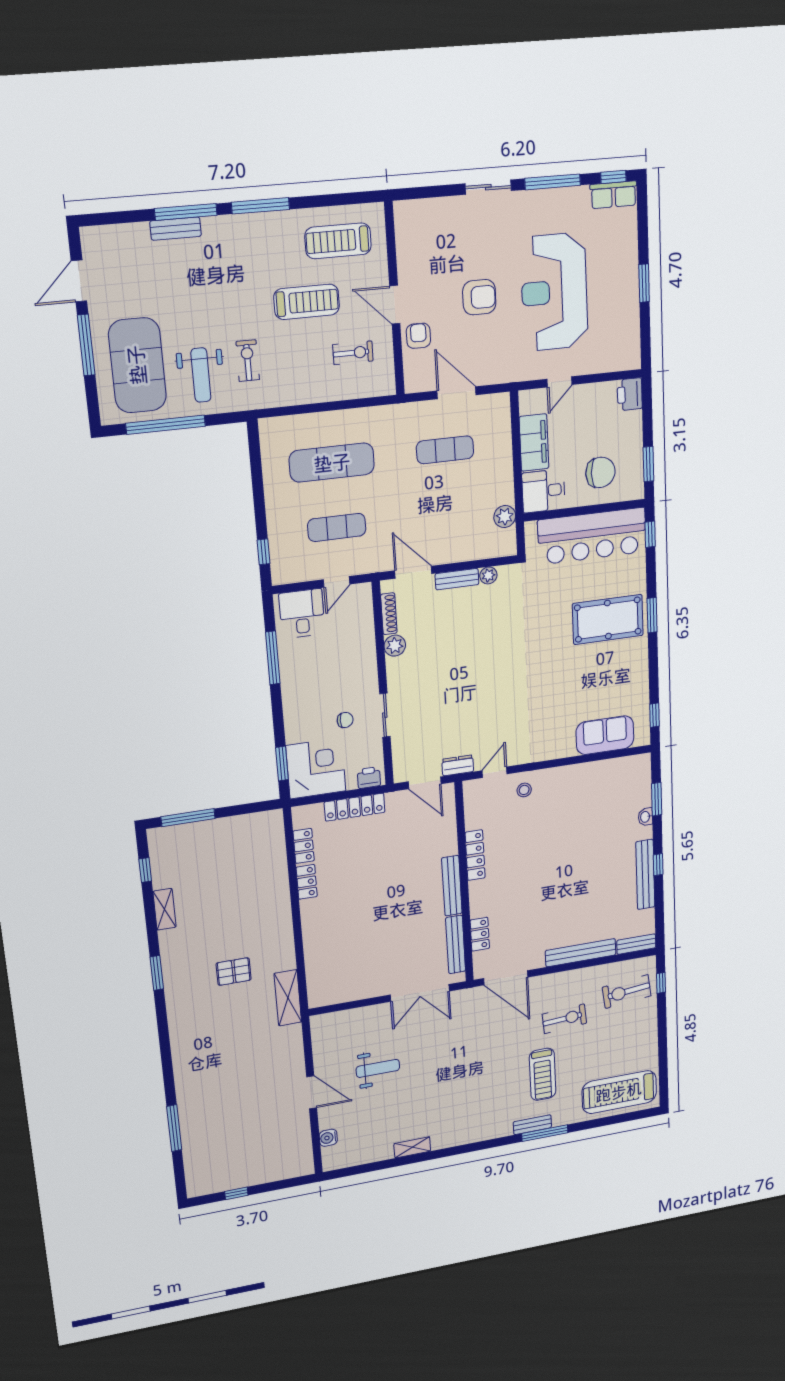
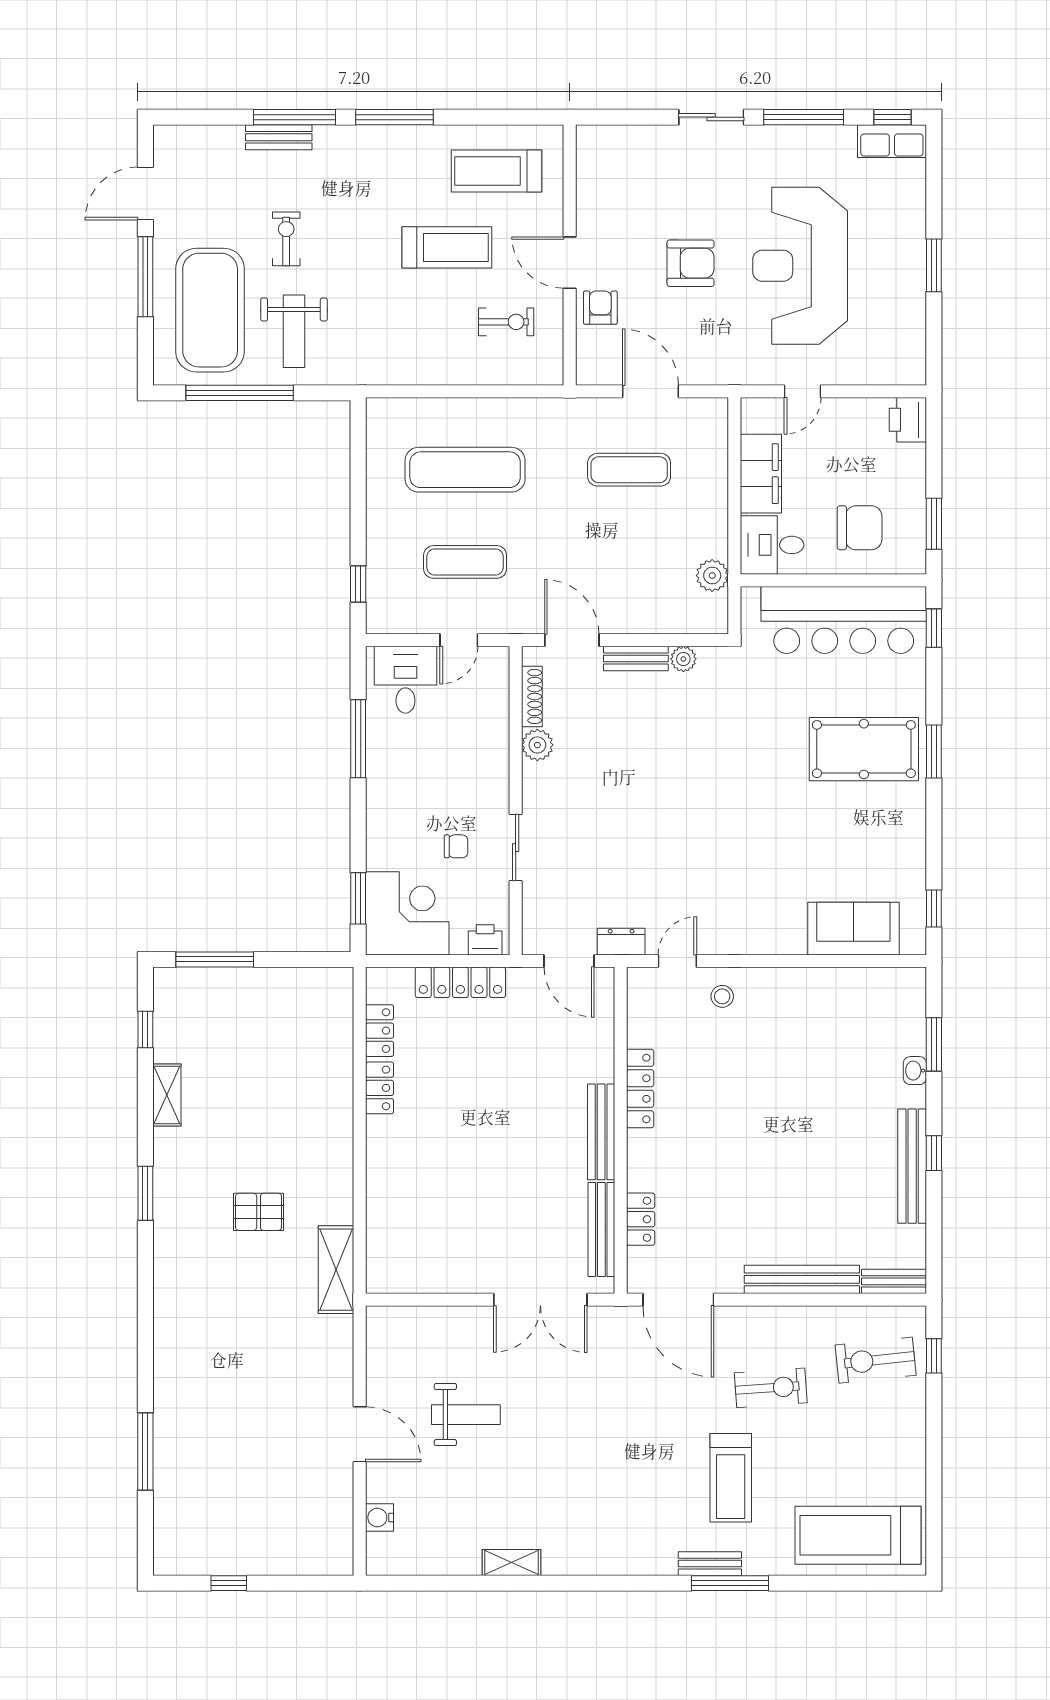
exercise bike: (248, 361) -> (286, 239), moved

